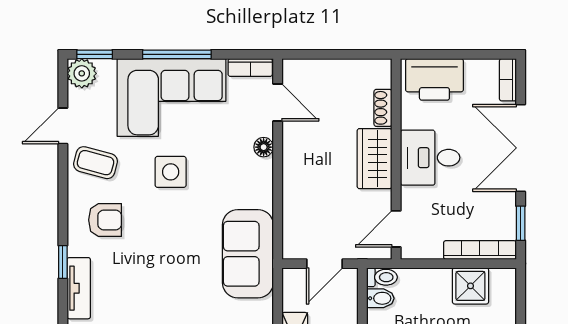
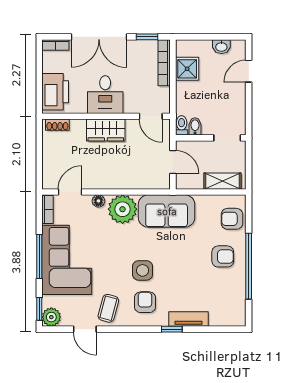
shoe rack: (383, 108) -> (57, 125), moved
side table: (171, 172) -> (143, 270), moved
plant: (251, 185) -> (123, 209), added

